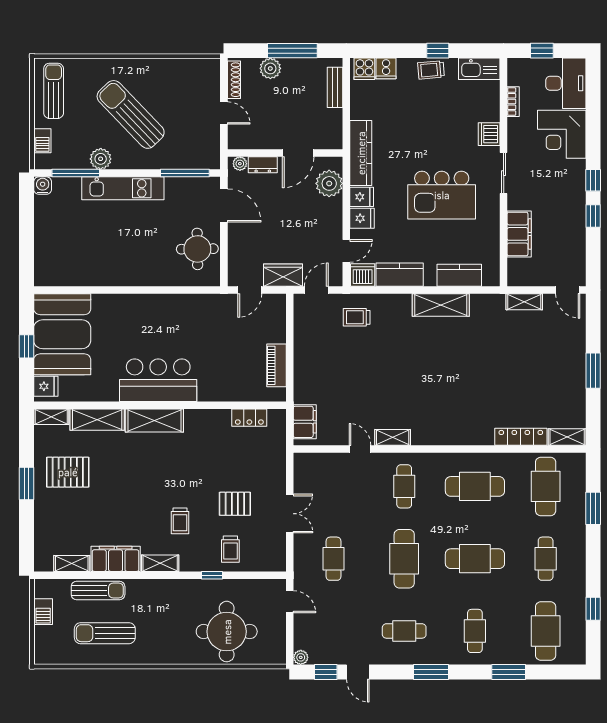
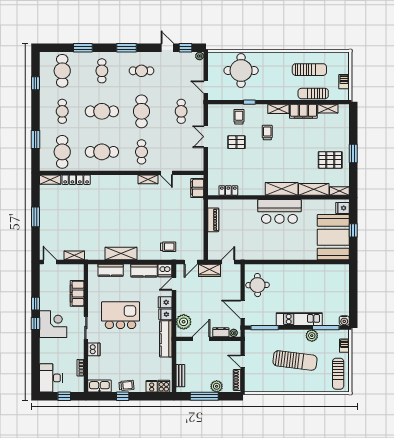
sun lounger: (131, 114) -> (295, 360), turned -39
corner desk: (562, 134) -> (53, 324), moved

